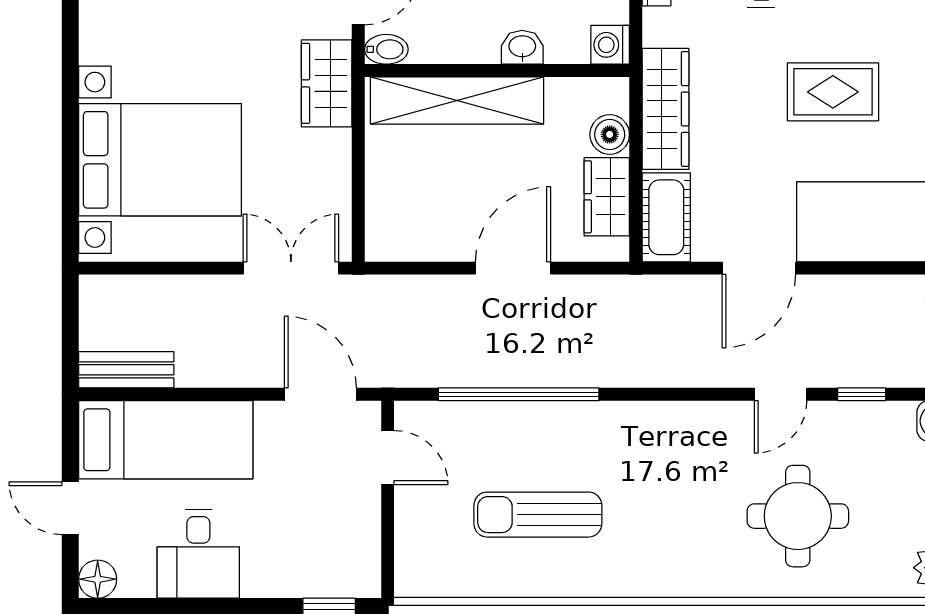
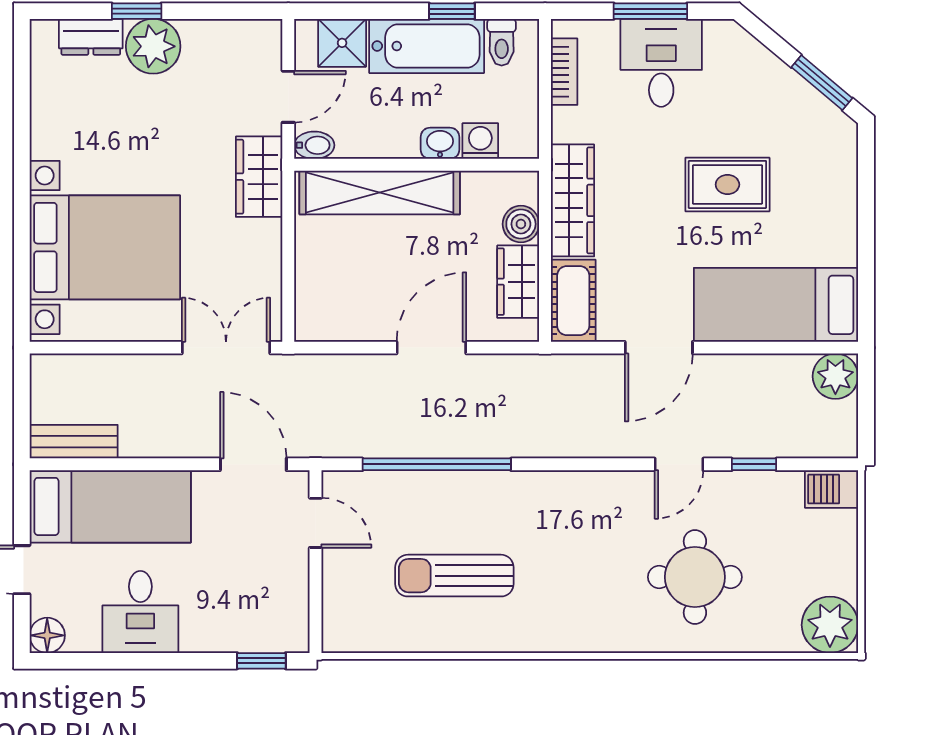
washing machine: (610, 45) -> (480, 141), moved, turned 90

